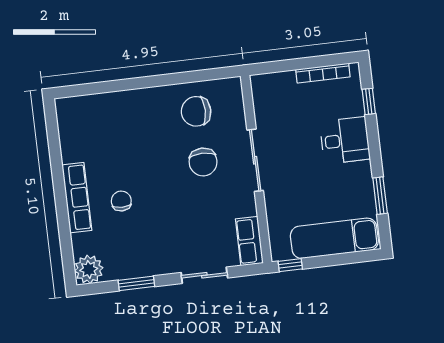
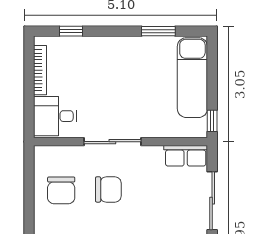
desk: (345, 140) -> (55, 116), moved, turned -90
sliding door: (204, 275) -> (212, 201), width x1.37

